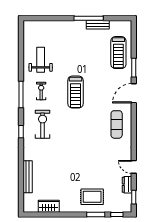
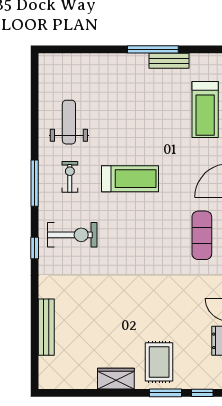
treadmill: (76, 92) -> (130, 179), turned -90
exercise bike: (43, 124) -> (72, 235), turned 90
rug: (92, 197) -> (159, 362), turned 90
wardrobe: (49, 206) -> (116, 379), moved

